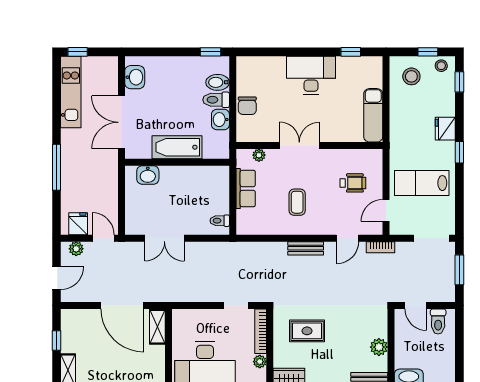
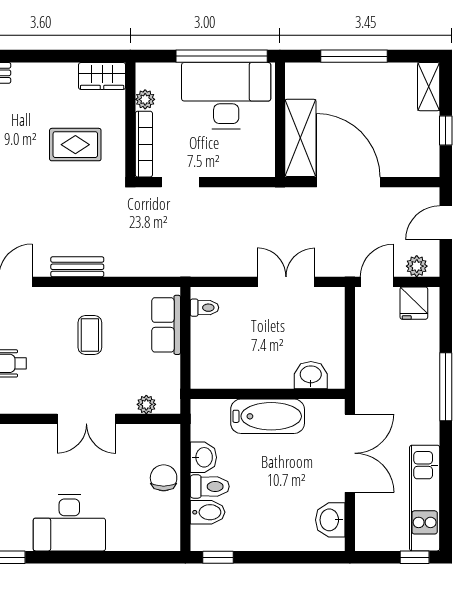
row of seats: (246, 188) -> (166, 325), moved
door: (103, 238) -> (377, 282), swing flipped
shelving: (157, 327) -> (300, 138), width x1.50, depth x1.33

